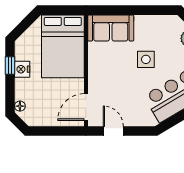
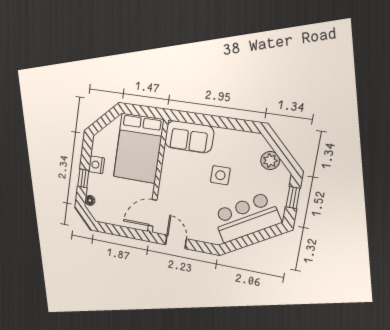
window: (10, 66) -> (83, 178), moved

